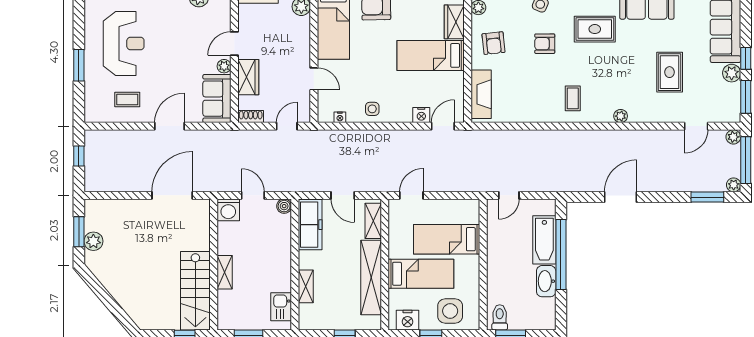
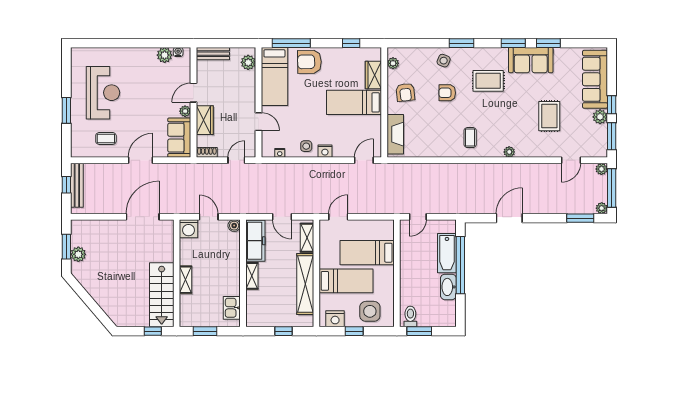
nightstand: (421, 115) -> (325, 151), moved
bench: (92, 157) -> (77, 185), added
shelving: (306, 286) -> (252, 276), moved

